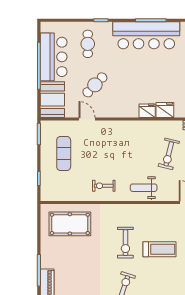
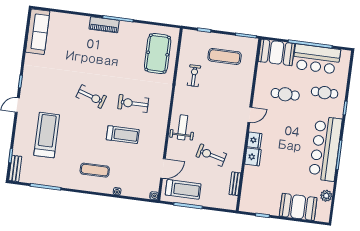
cafe table: (95, 85) -> (285, 94), turned -44
door: (87, 119) -> (250, 115), moved
exercise bike: (104, 186) -> (194, 76), moved
treadmill: (159, 249) -> (123, 135), turned -90

